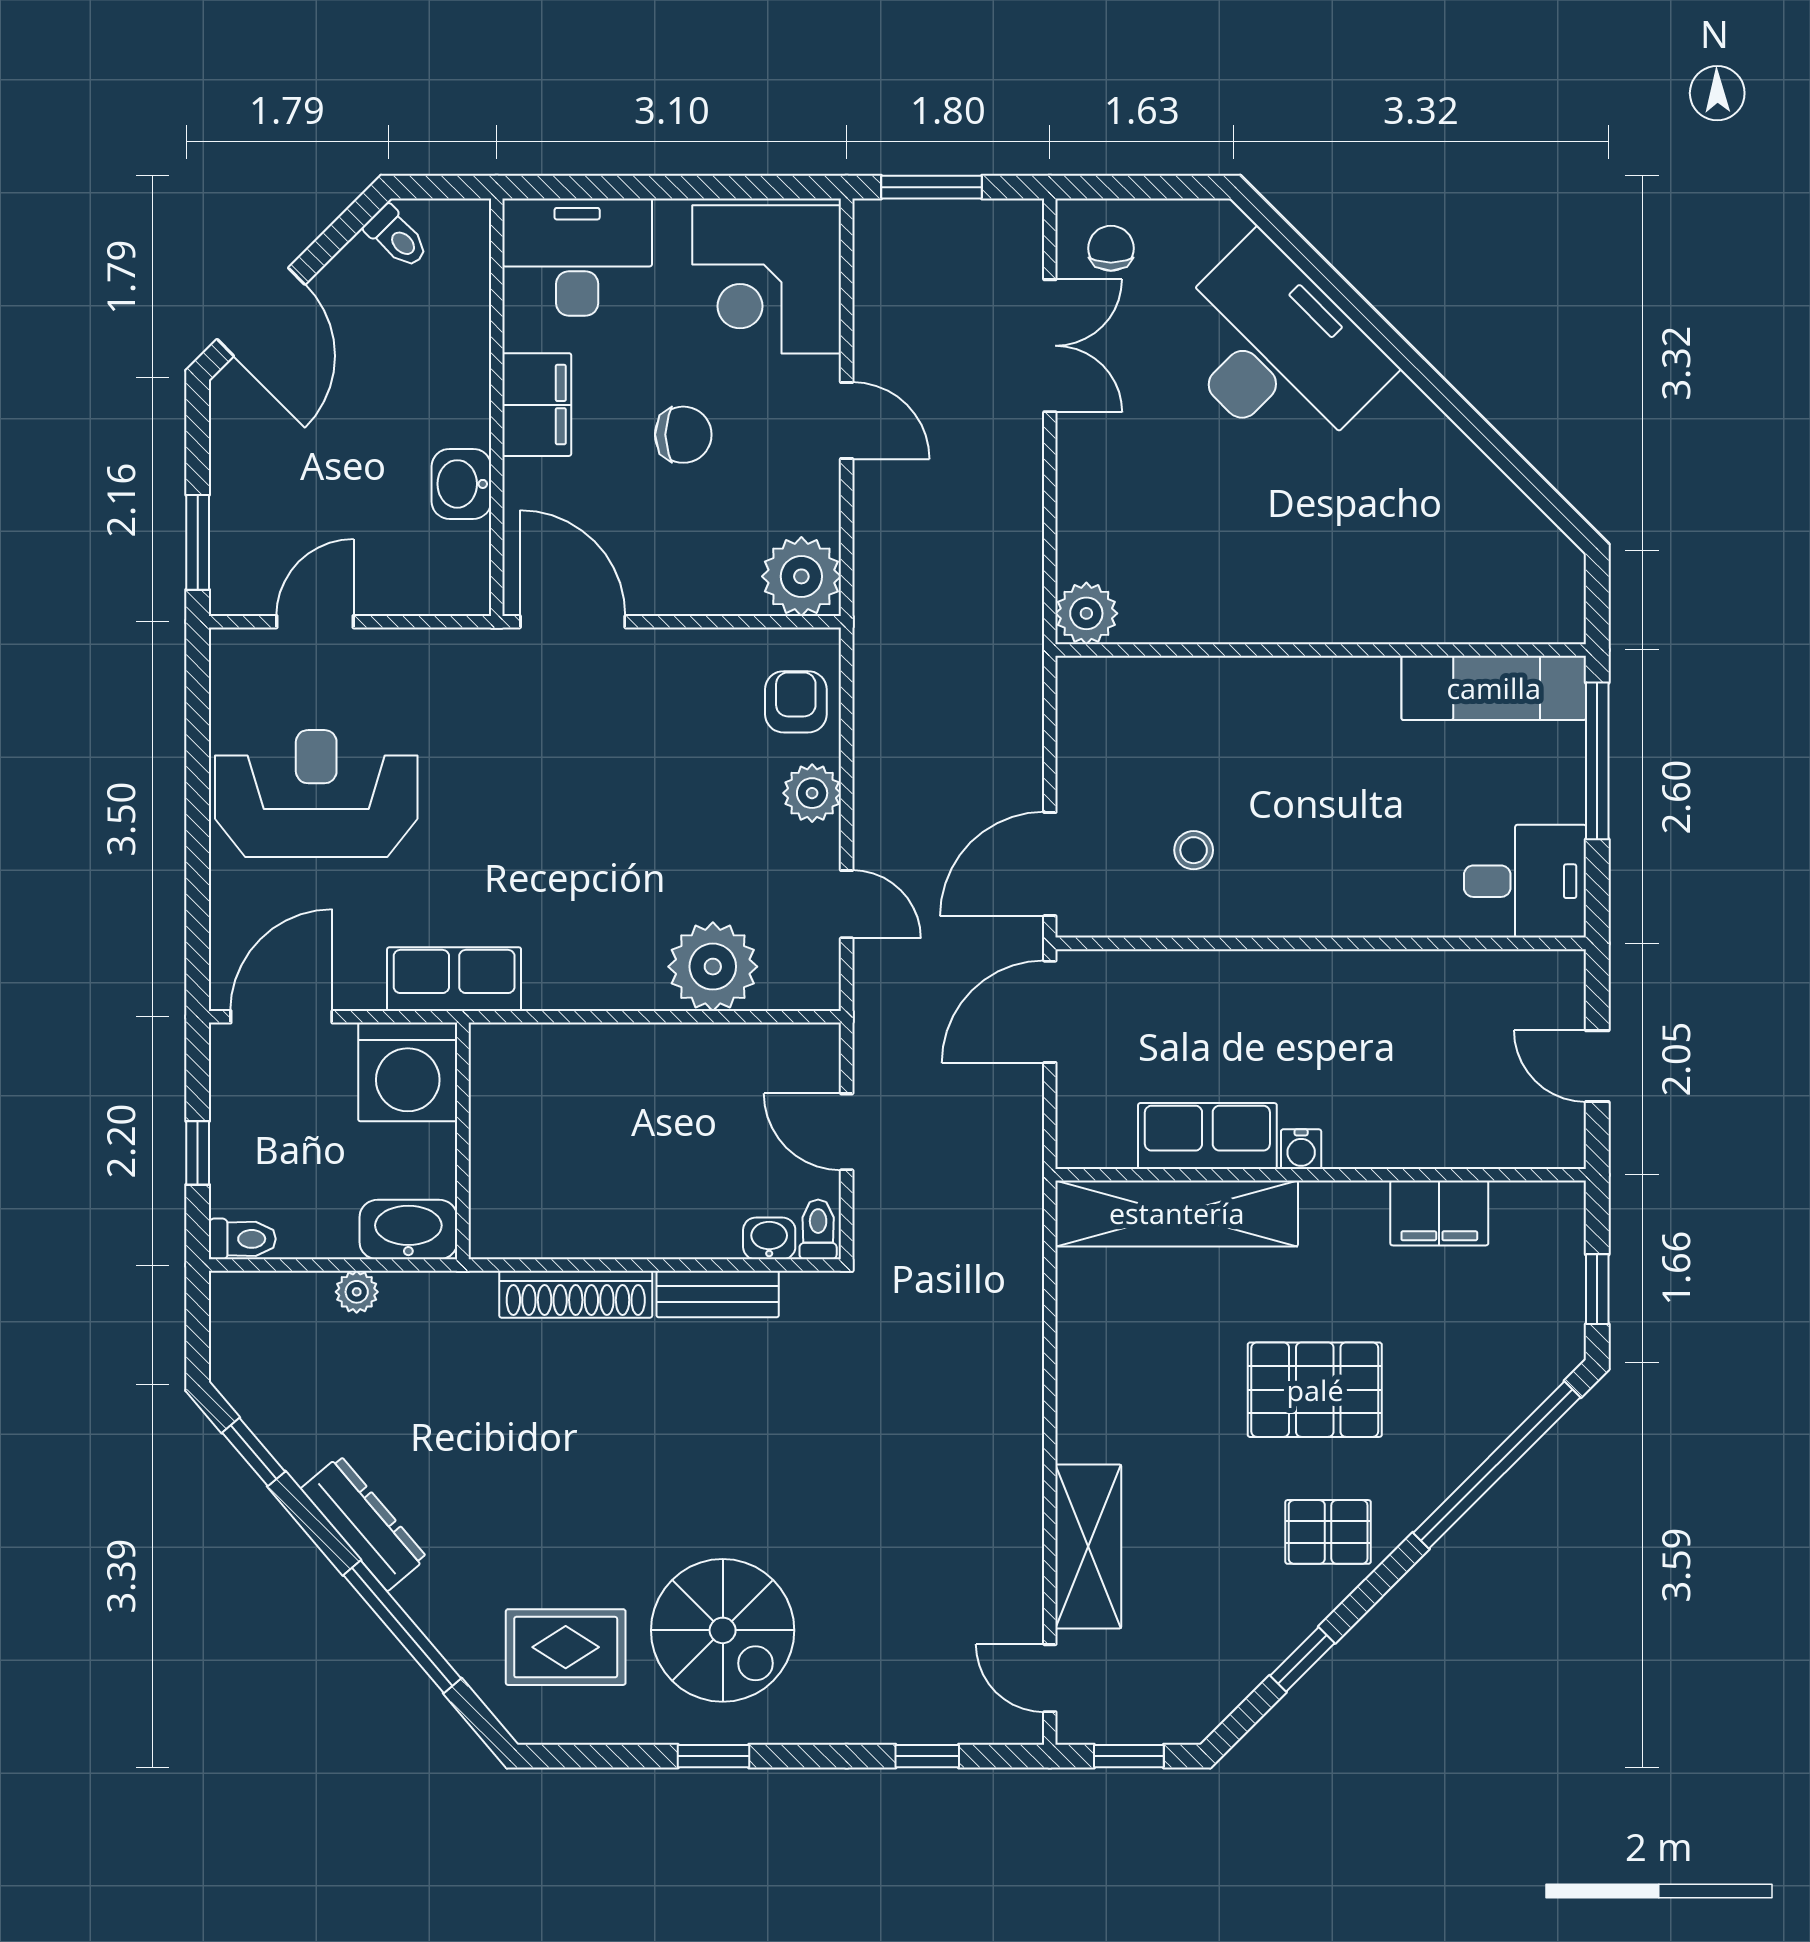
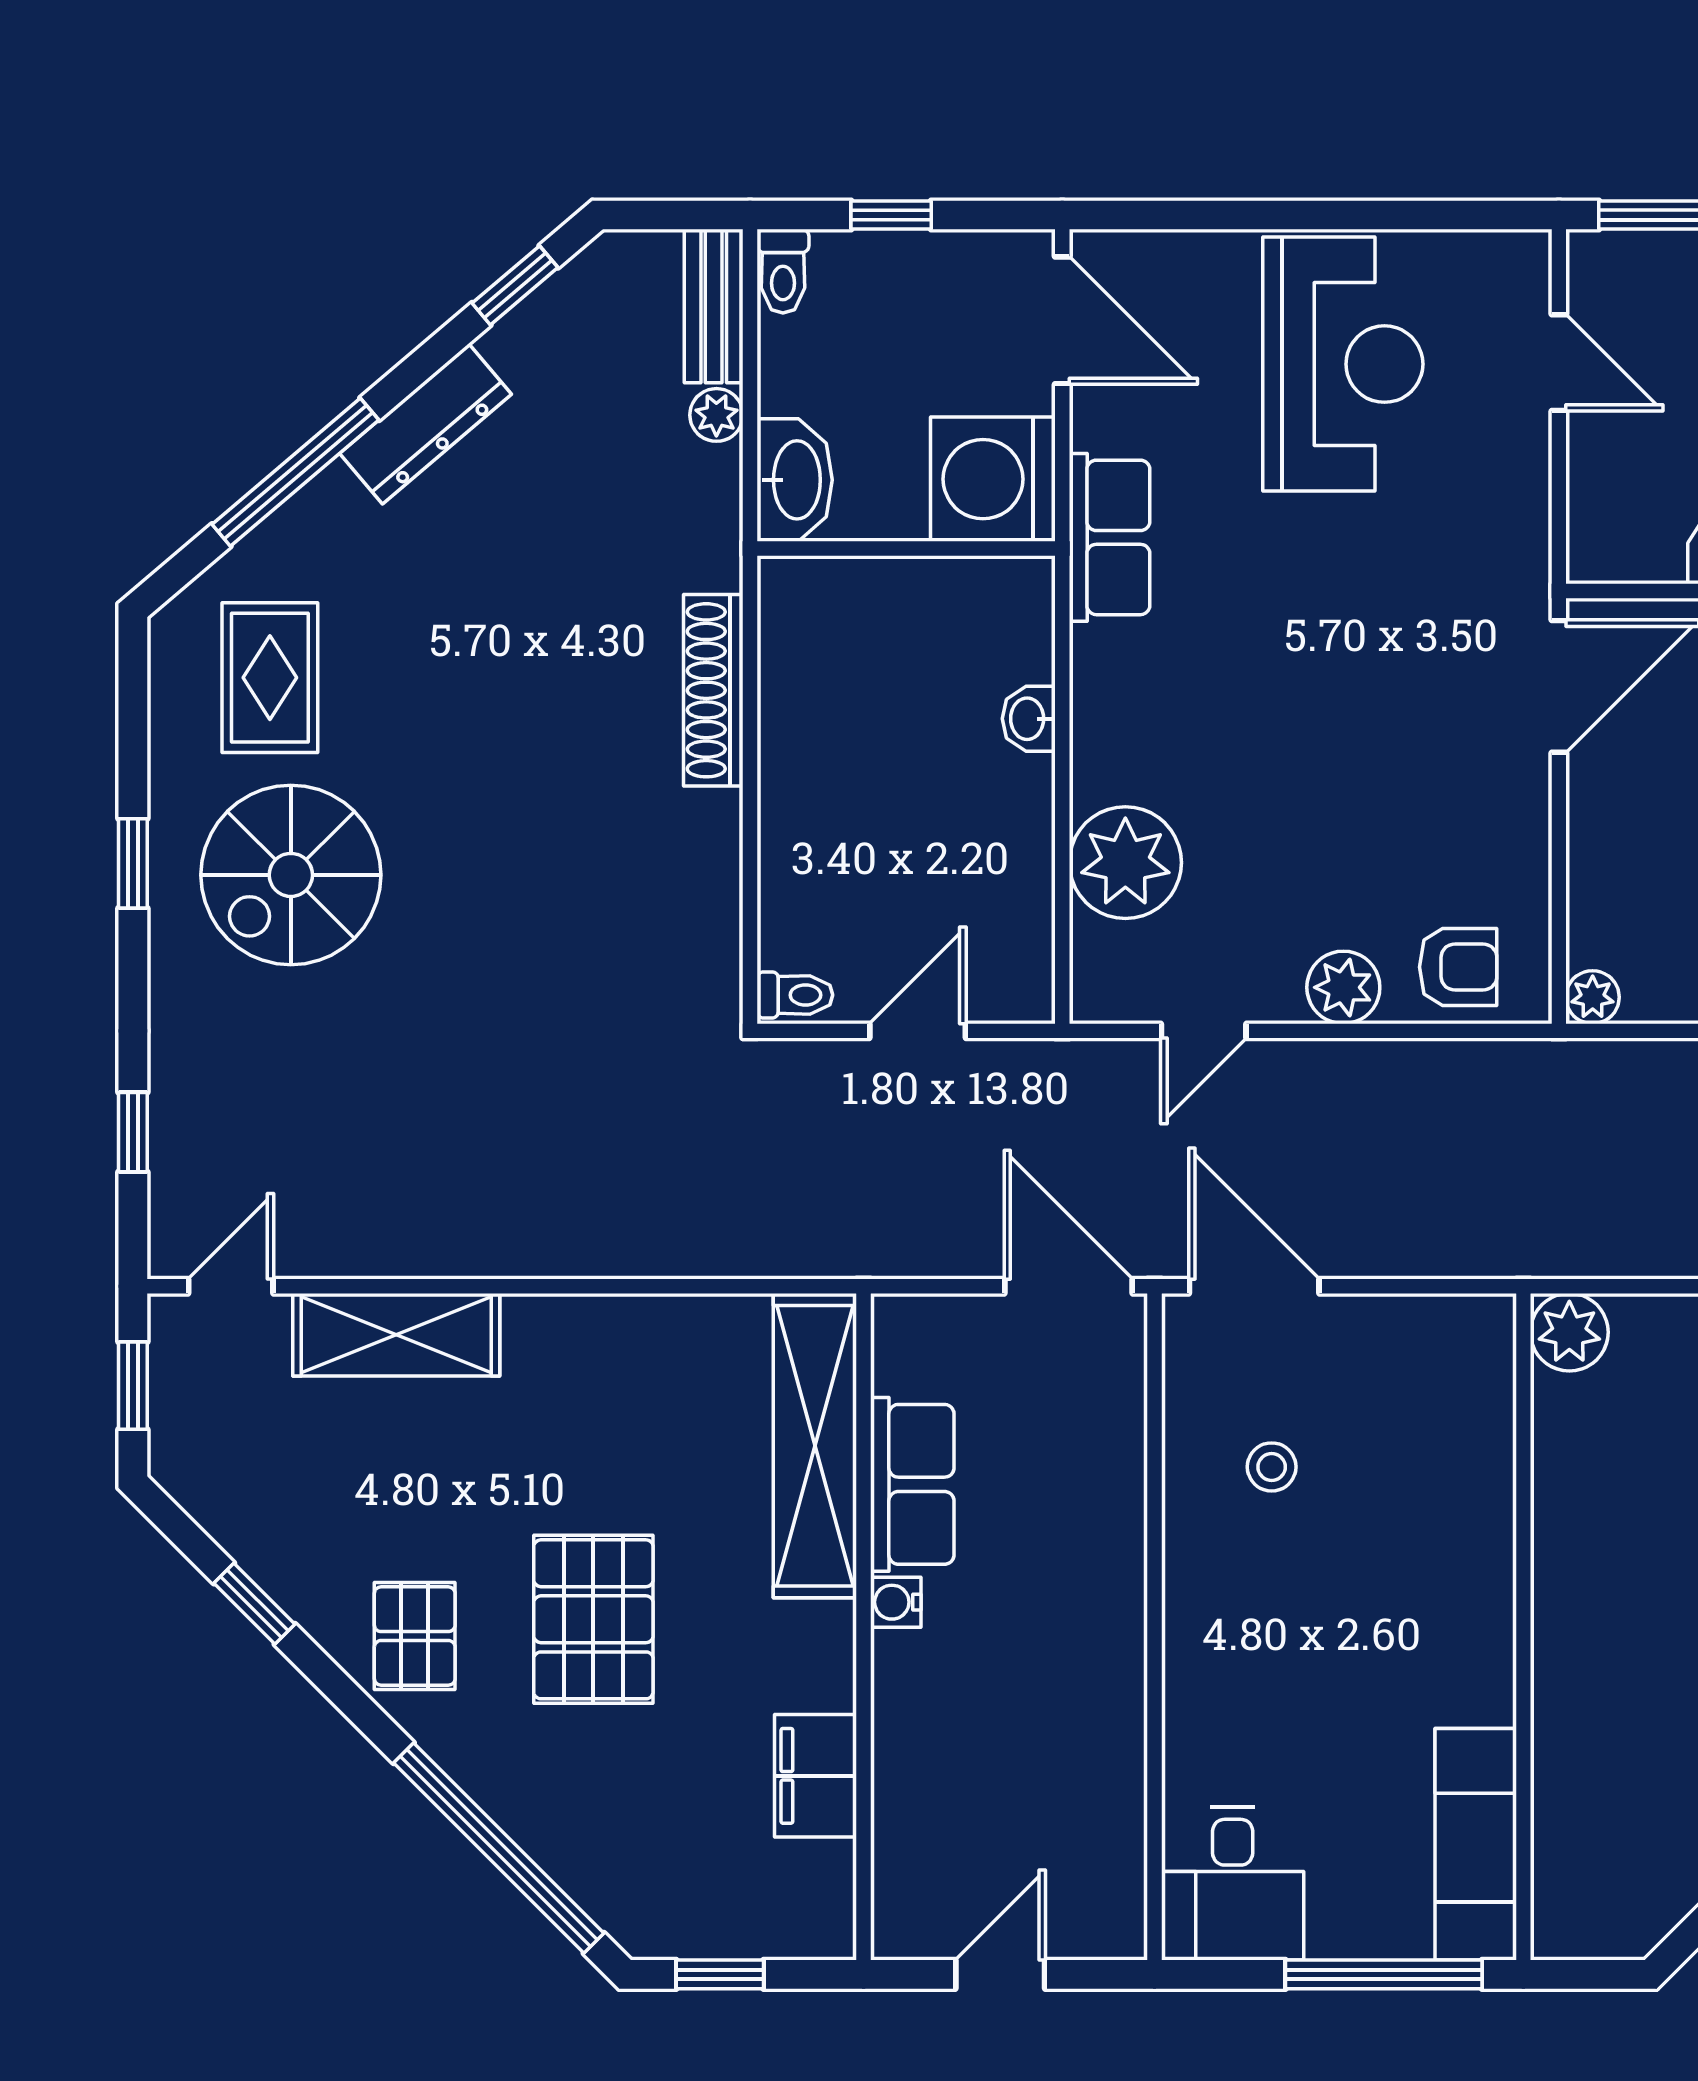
plant: (801, 576) -> (1593, 997), width x0.53, depth x0.53
washbasin: (769, 1238) -> (1029, 719), moved, turned 180
bench: (718, 1294) -> (714, 306), moved

